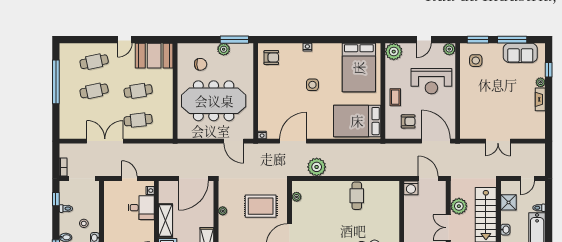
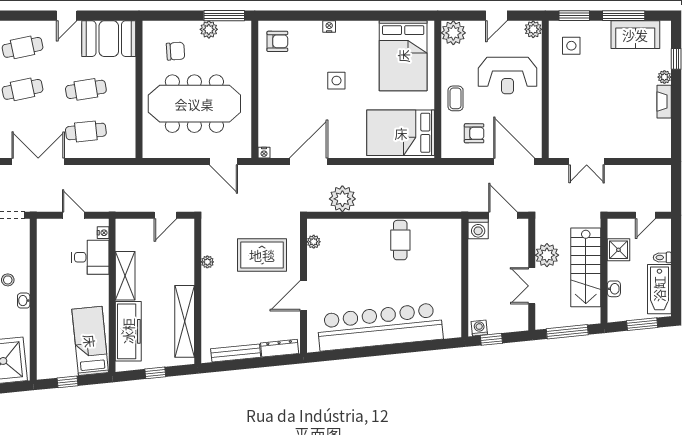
double door: (498, 141) -> (587, 162), moved
door: (193, 178) -> (165, 215), width x0.53

